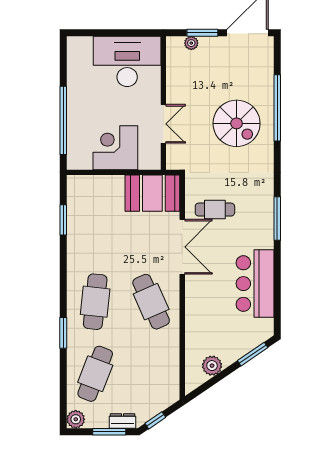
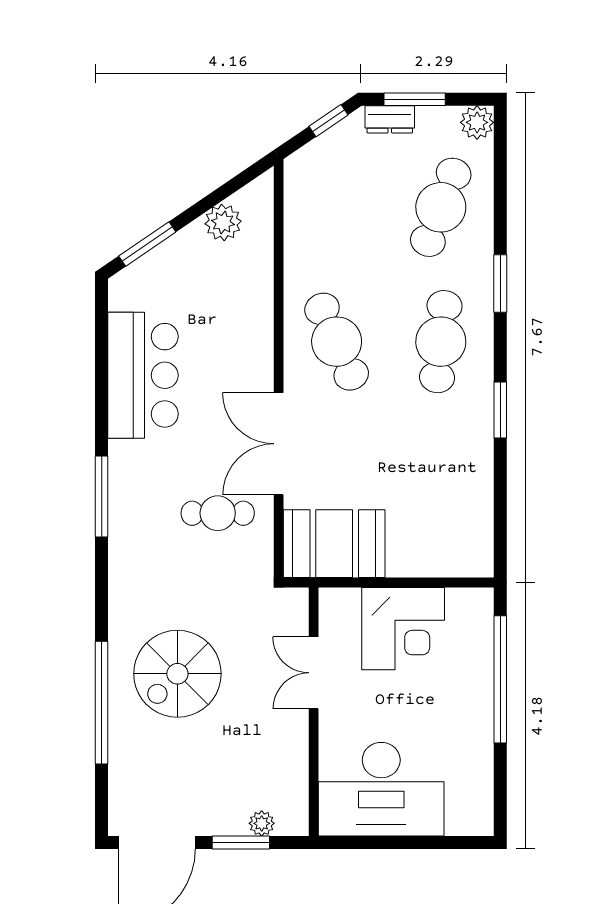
spiral stairs: (237, 123) -> (177, 674), turned -90
window: (63, 220) -> (500, 410), moved

